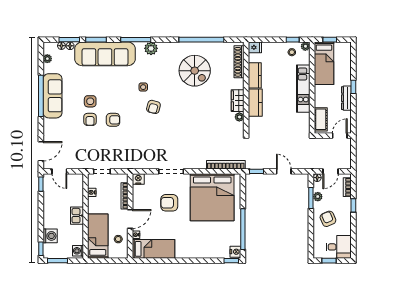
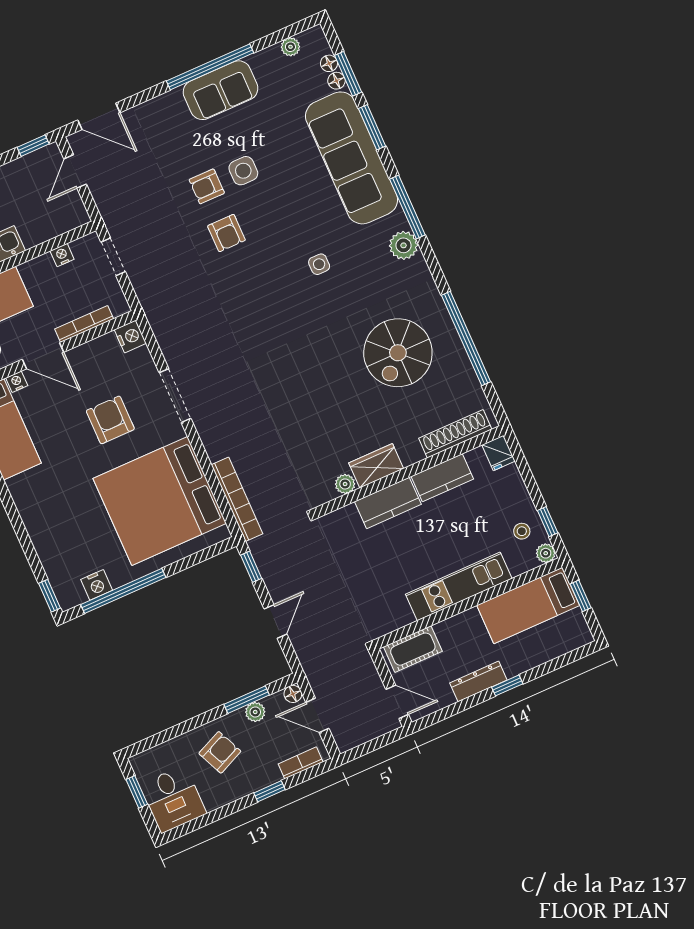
sofa: (53, 96) -> (221, 90), width x0.73
armchair: (153, 107) -> (288, 303), removed
nightstand: (235, 252) -> (97, 585), moved

